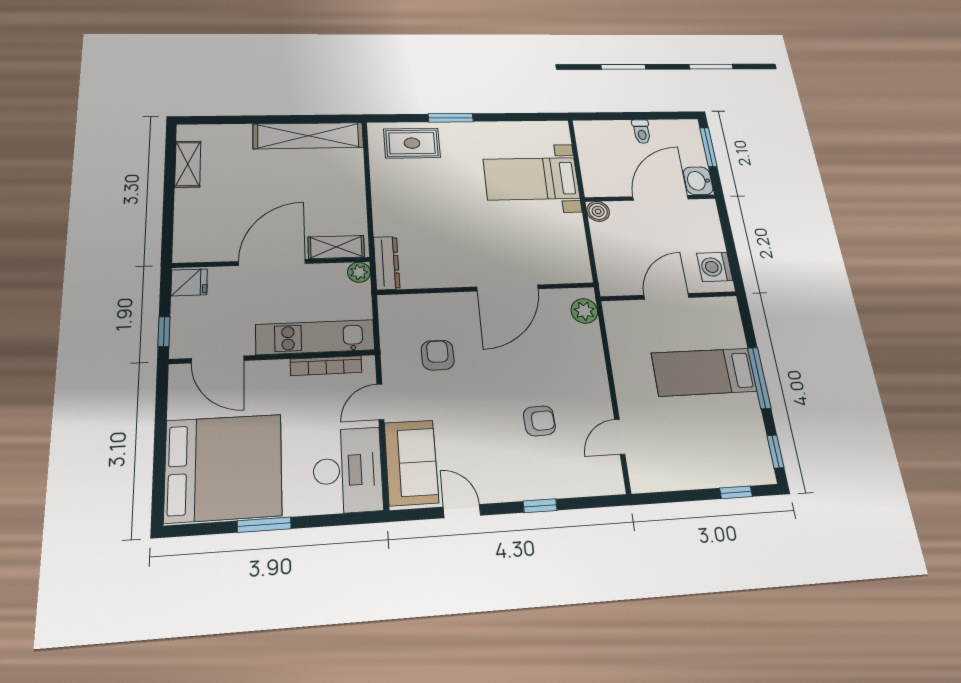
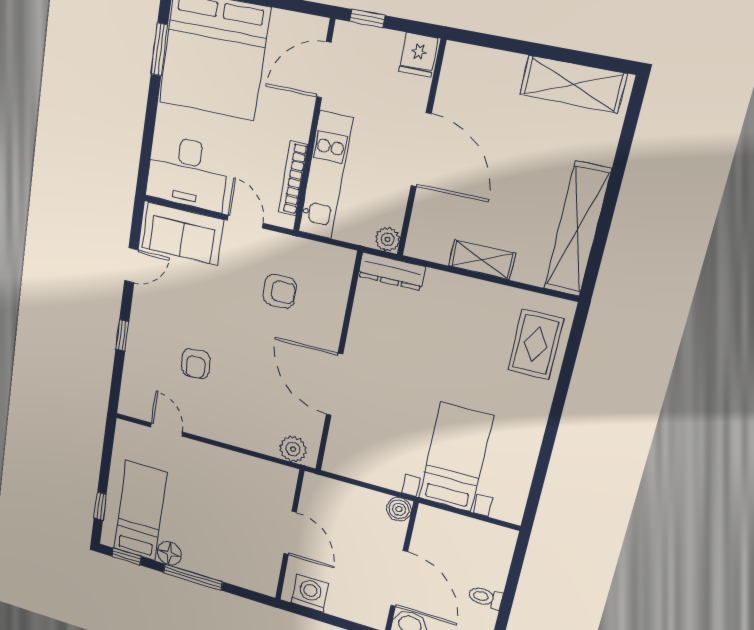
window: (451, 118) -> (559, 399), removed
shelving: (188, 164) -> (573, 84), width x1.50, depth x1.33
shelving: (336, 247) -> (482, 260), moved, turned 90
bed: (704, 372) -> (140, 511), moved
floor lamp: (748, 407) -> (169, 553), added
window: (264, 525) -> (159, 49), moved

